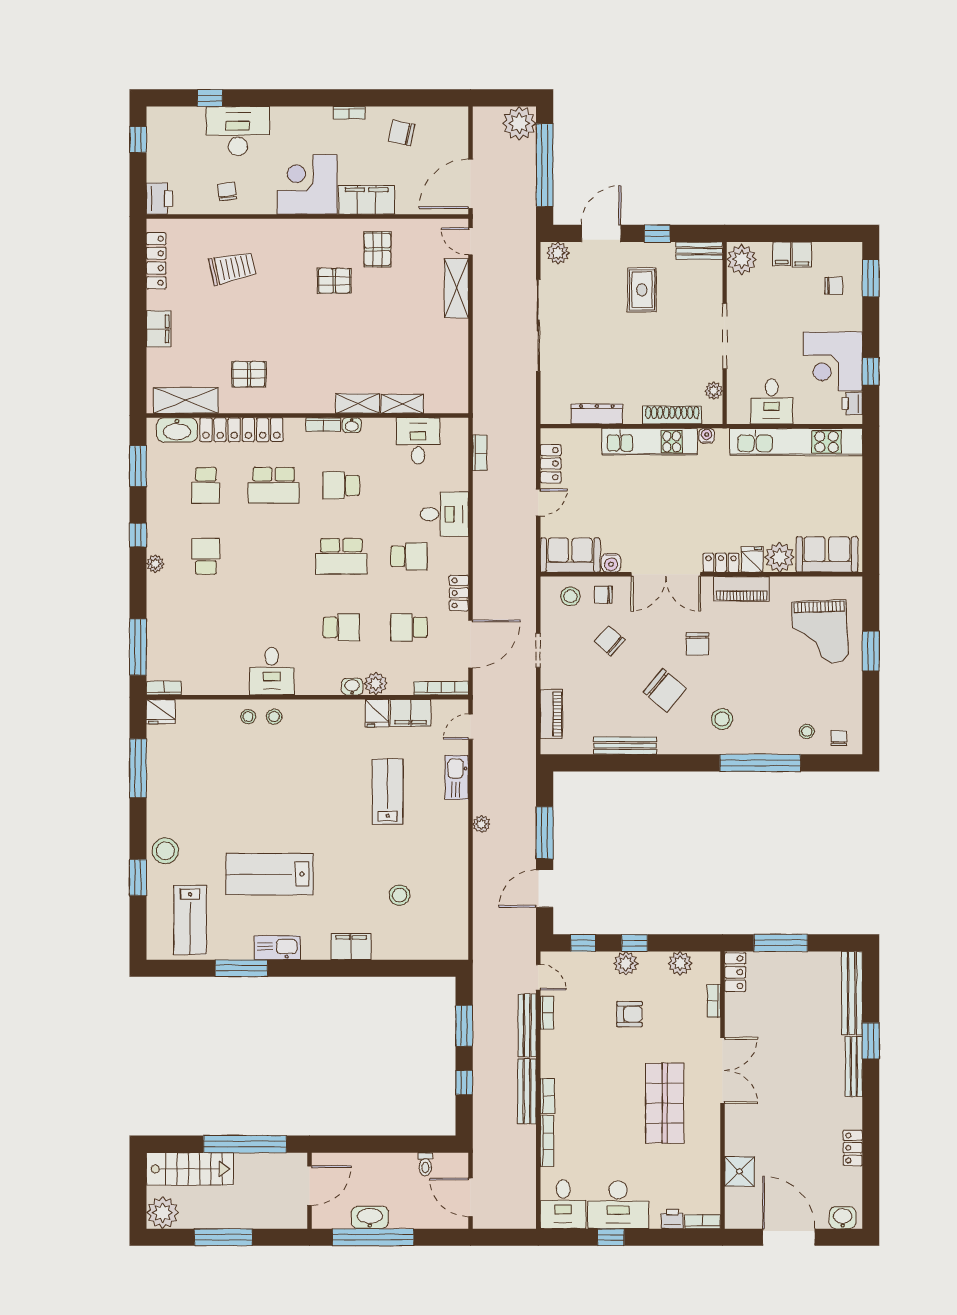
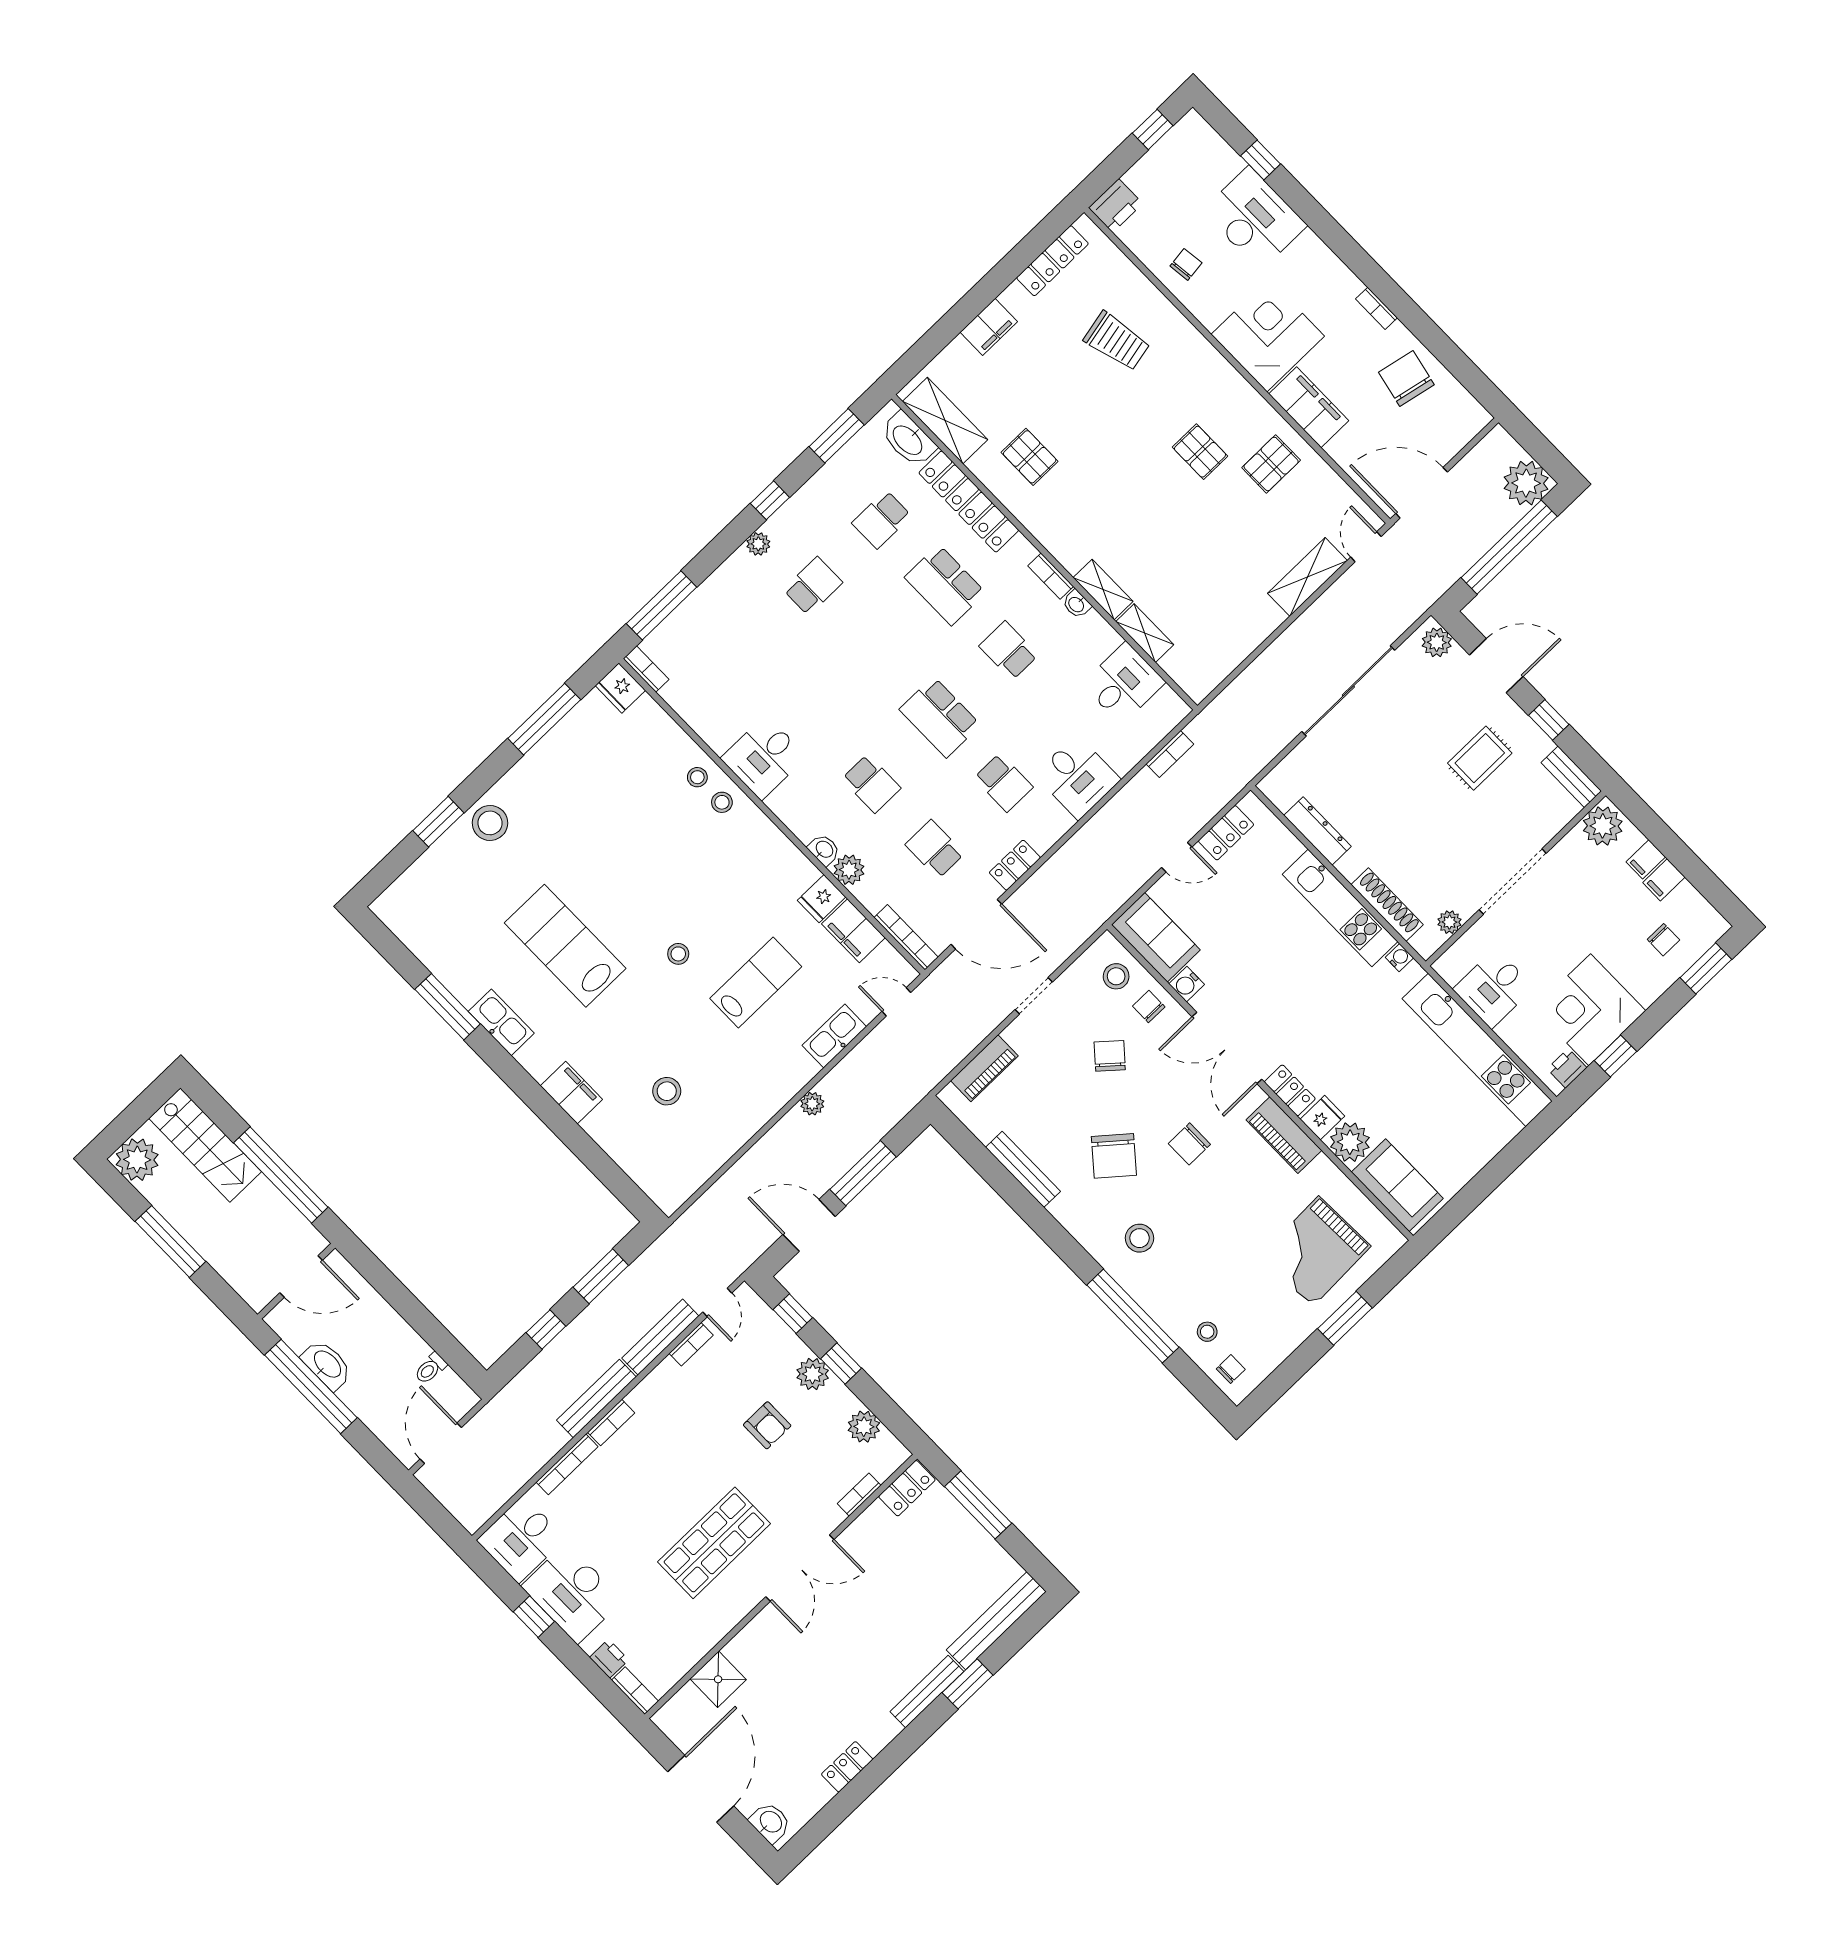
chair: (402, 133) -> (1406, 378), width x1.37, depth x1.37
stool: (332, 818) -> (678, 954), added
lab bench: (190, 920) -> (446, 912), removed

